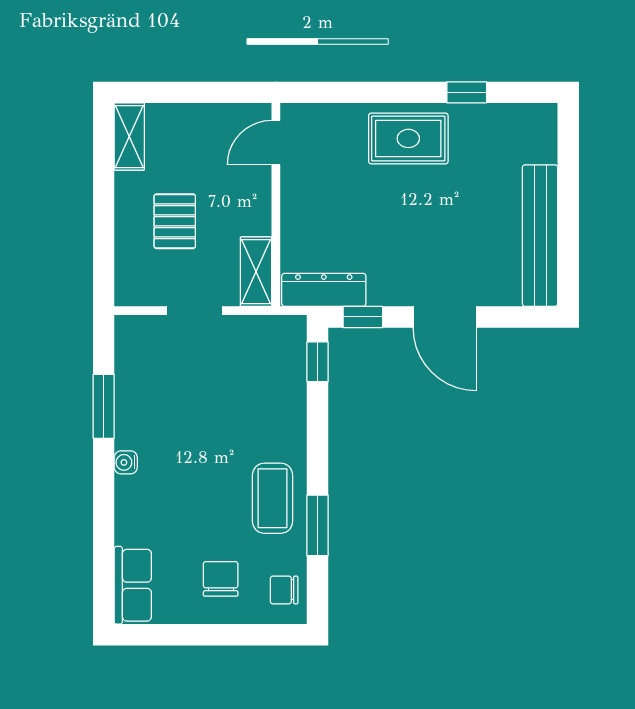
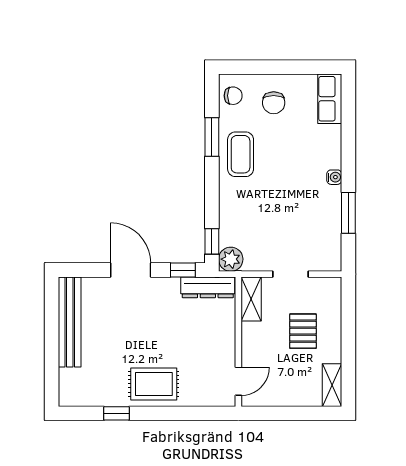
plant: (288, 334) -> (231, 259), added

